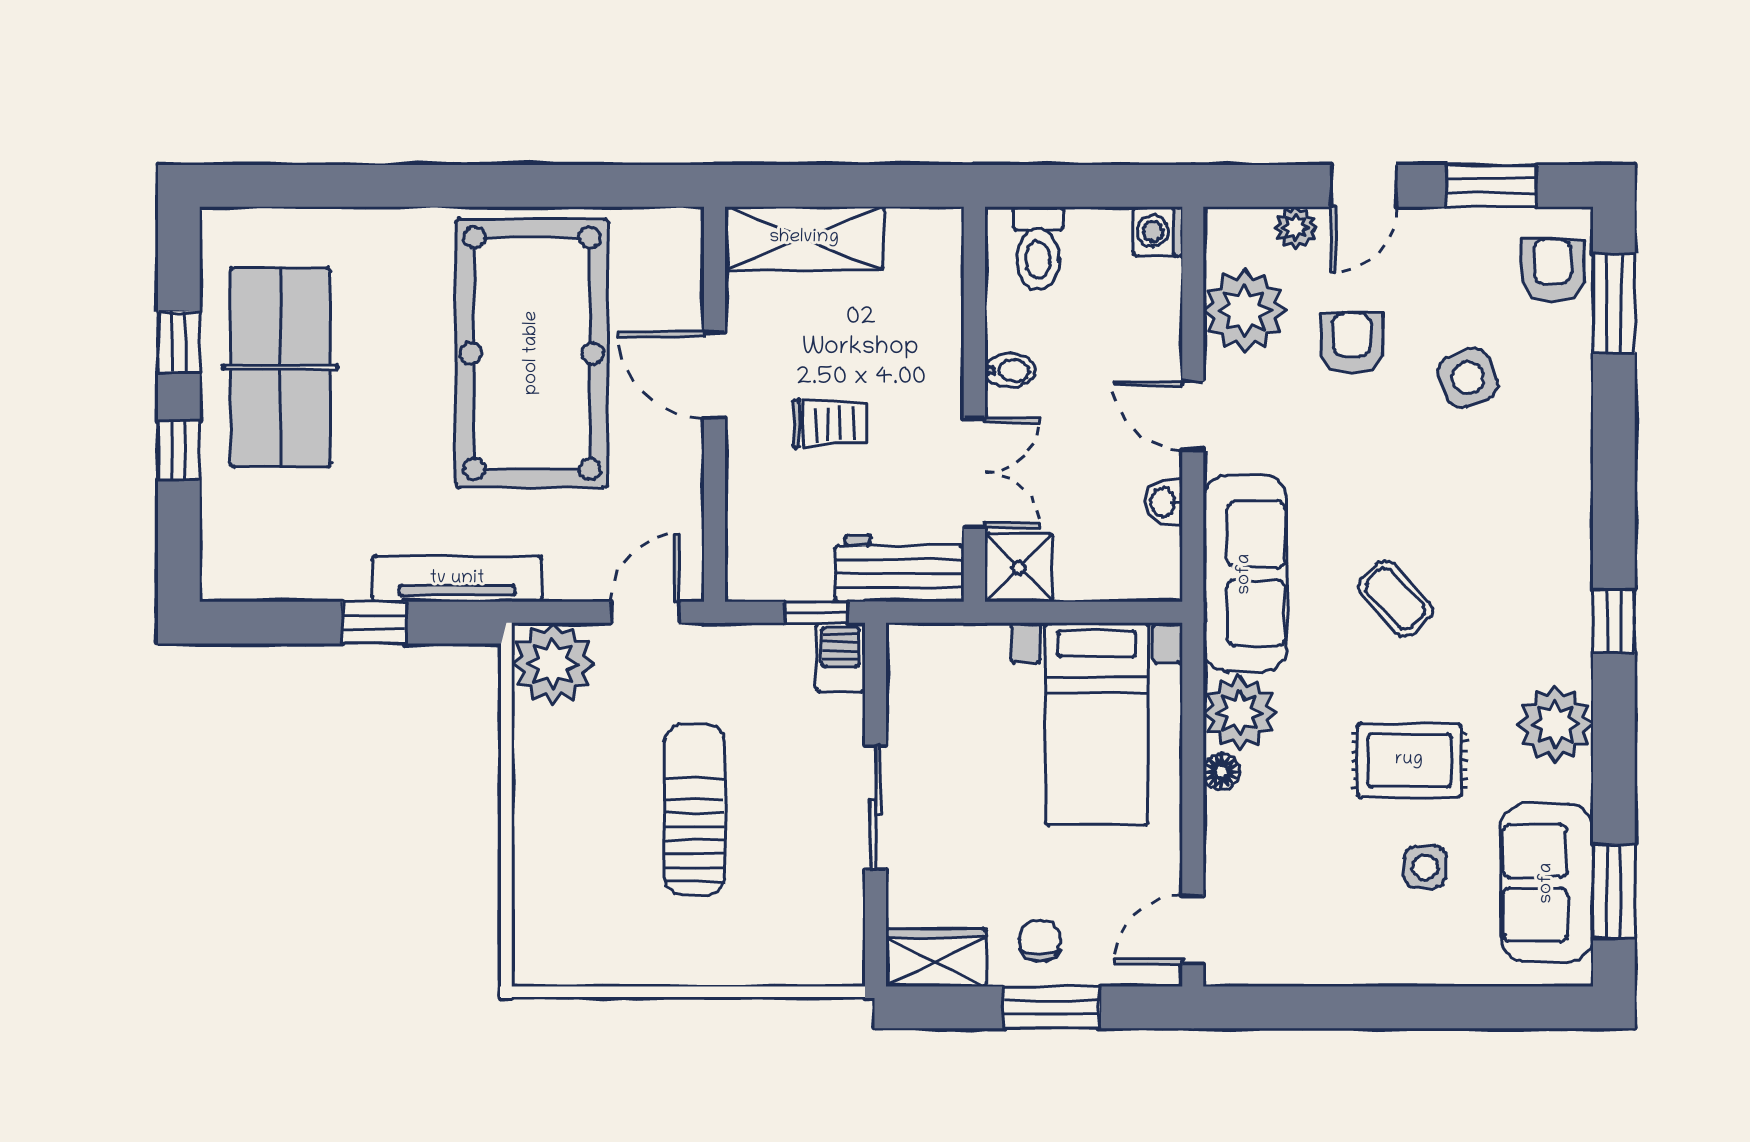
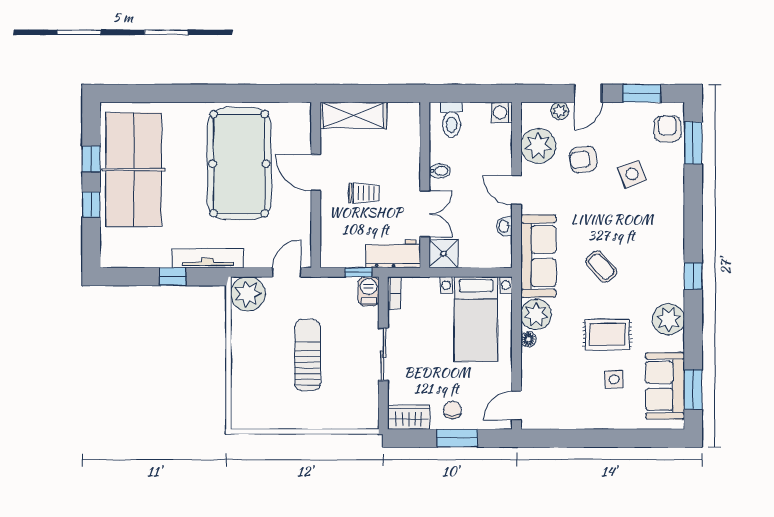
armchair: (1352, 343) -> (583, 159), turned -97
table tennis table: (280, 367) -> (134, 170), width x1.36, depth x1.32
bookcase: (901, 661) -> (394, 293), added

